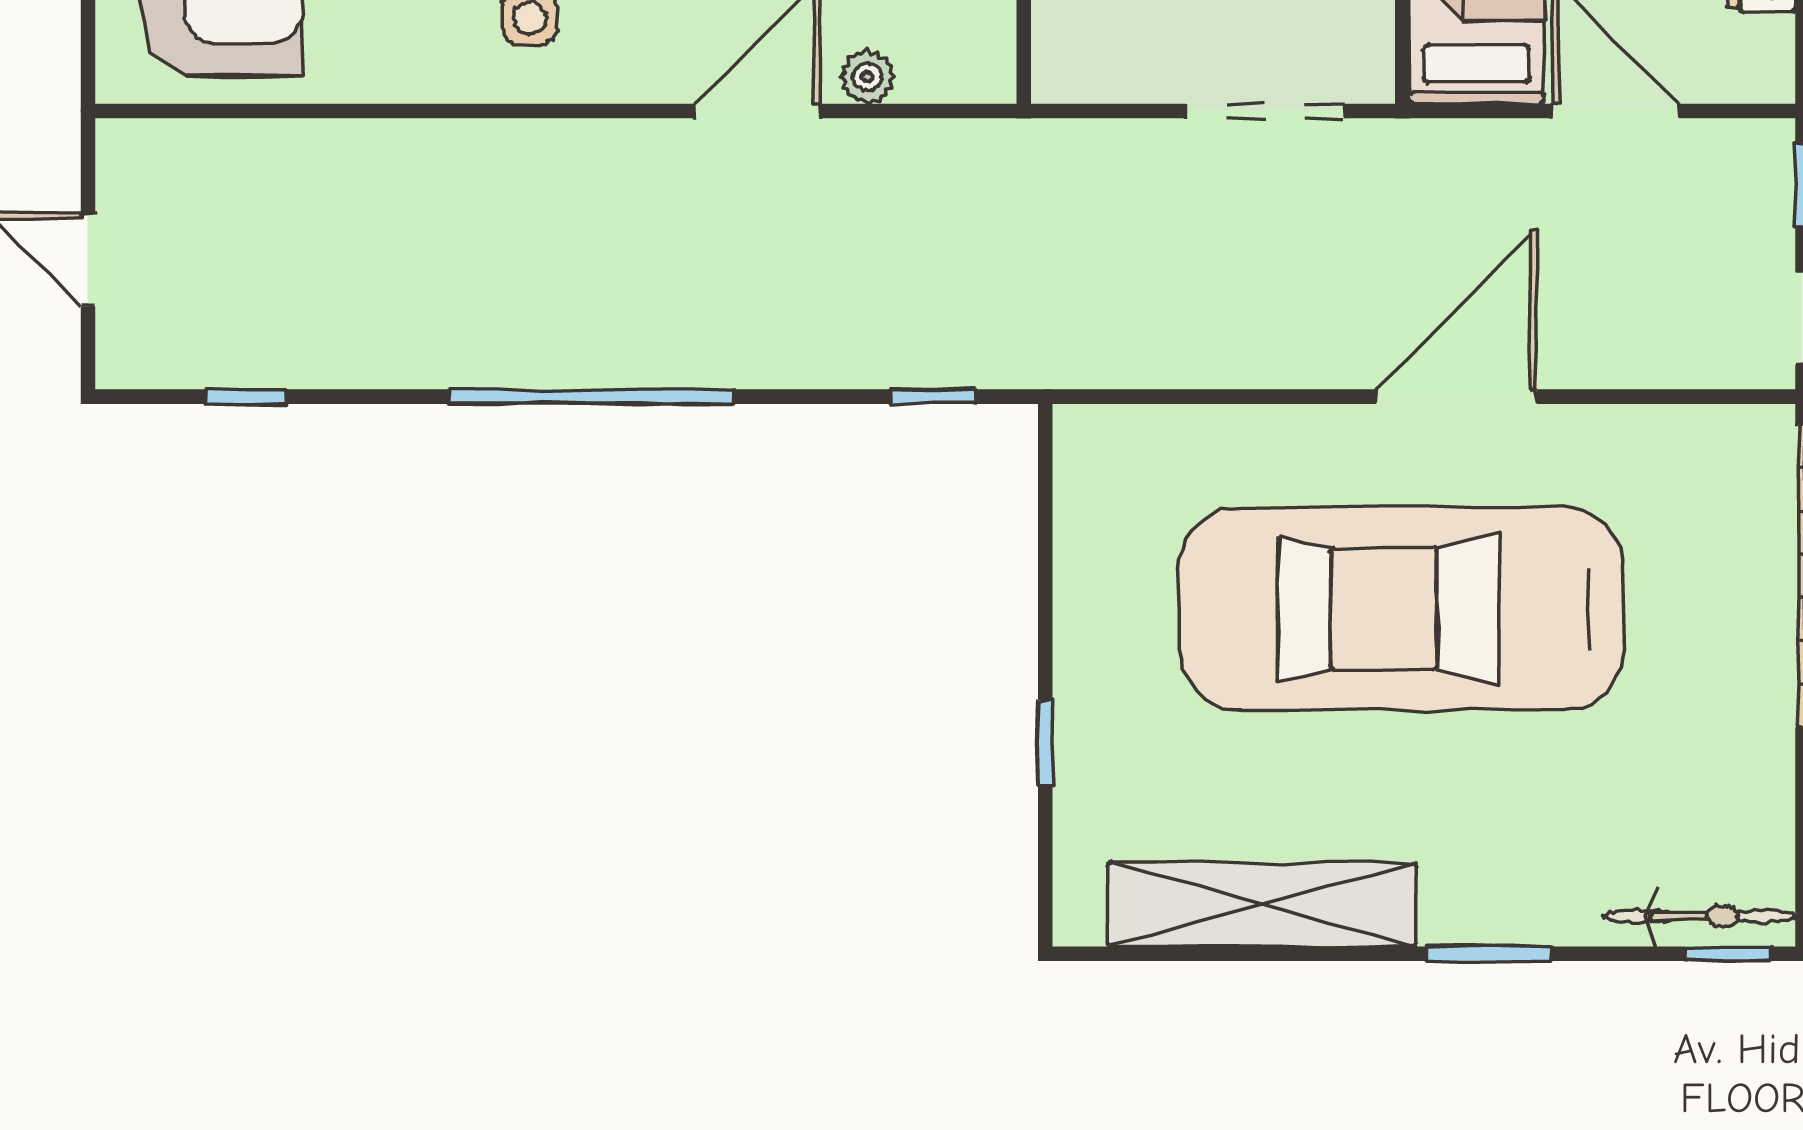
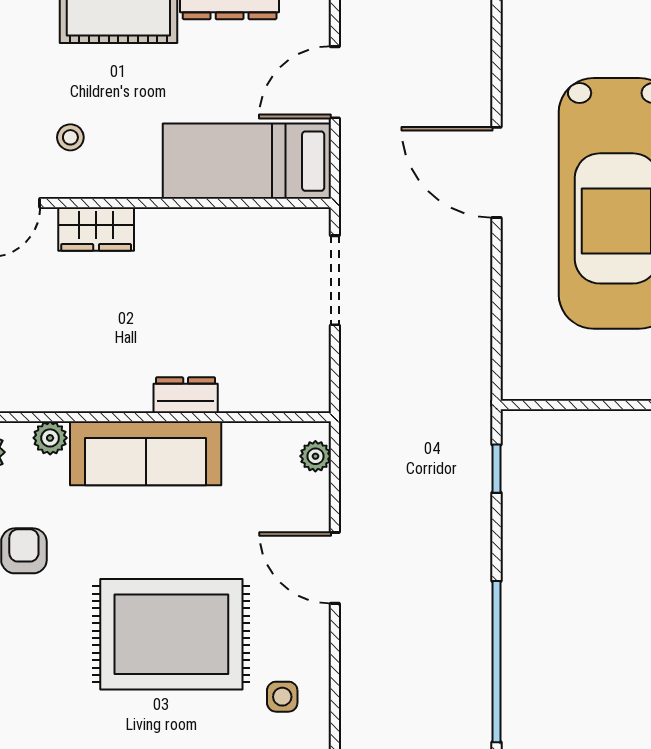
plant: (867, 77) -> (315, 456), moved

